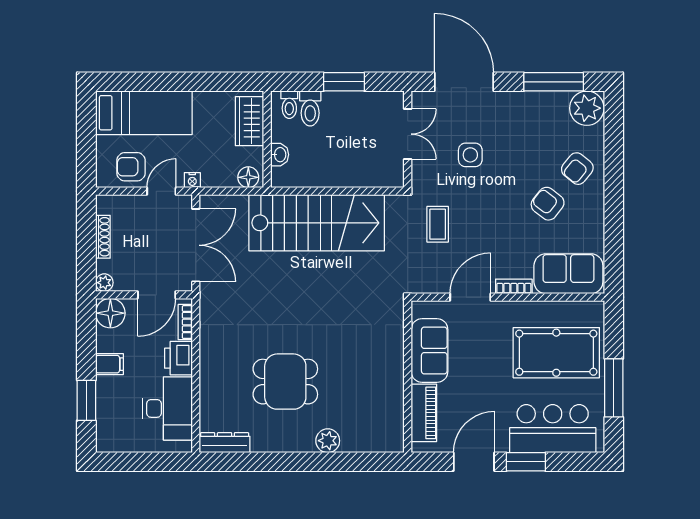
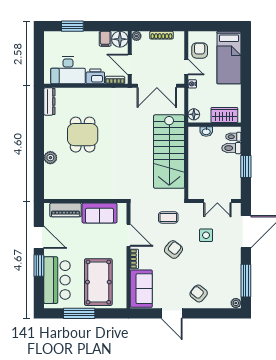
plant: (587, 108) -> (236, 303), width x0.53, depth x0.53
armchair: (548, 204) -> (173, 250), moved
door: (614, 218) -> (172, 313), added
filing cabinet: (109, 364) -> (105, 39), moved

